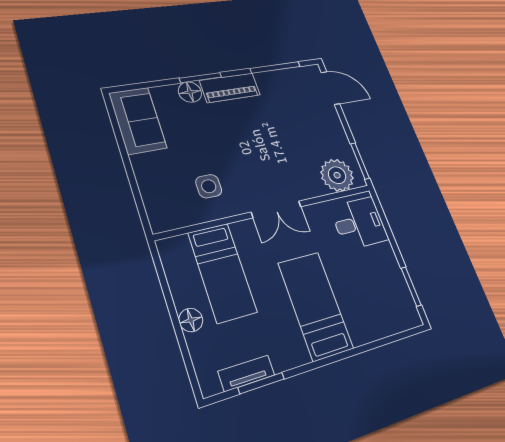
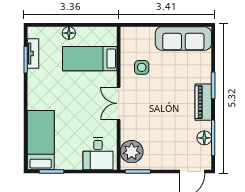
floor lamp: (190, 92) -> (204, 138), moved
sofa: (138, 120) -> (183, 38), width x1.36
bed: (315, 306) -> (41, 140), moved, turned -90

